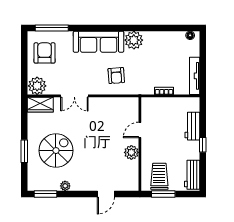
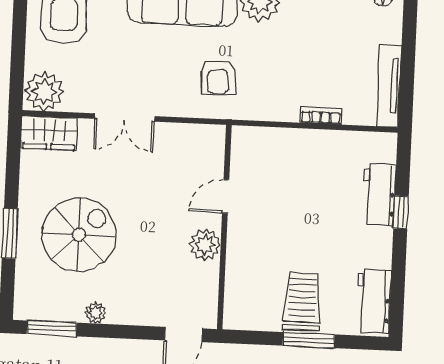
door: (140, 130) -> (226, 196), moved
wall: (140, 144) -> (224, 227), moved
window: (203, 145) -> (401, 212), moved
plant: (131, 152) -> (205, 245), moved

